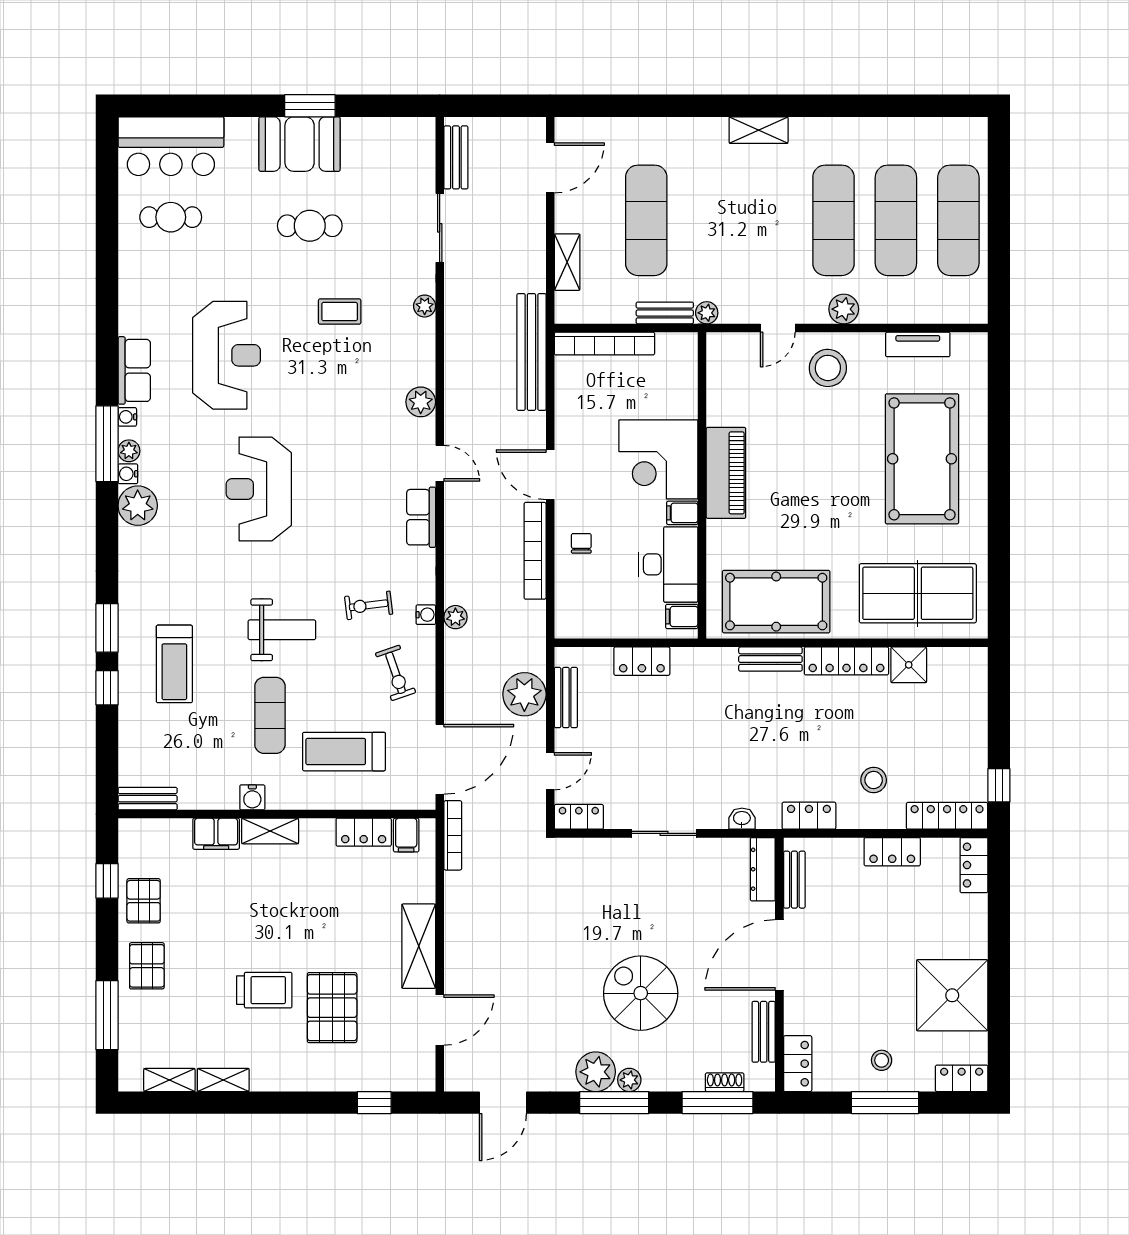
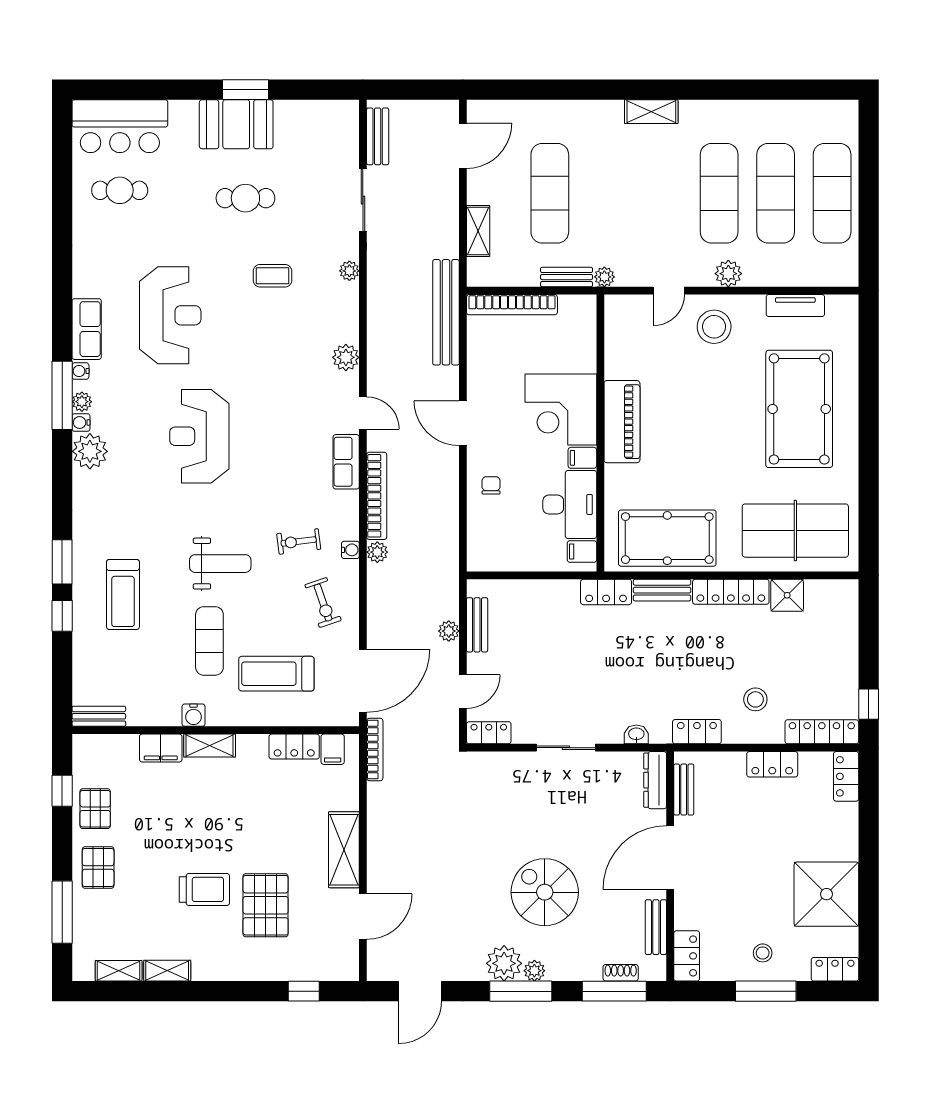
bookcase: (535, 551) -> (377, 496), moved, turned 180
locker: (642, 661) -> (606, 592), moved
plant: (524, 694) -> (449, 631), width x0.53, depth x0.53

